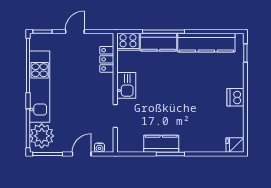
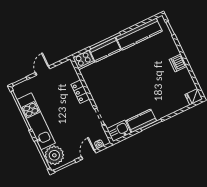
locker: (107, 59) -> (80, 92), moved
kitchen sink: (126, 85) -> (119, 131), moved, turned -90

